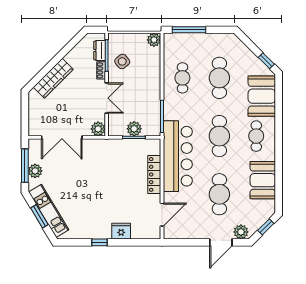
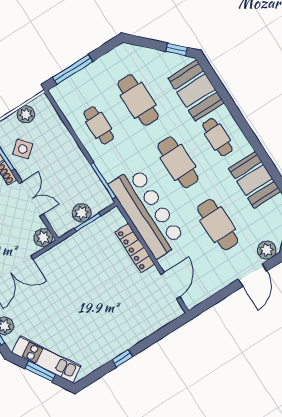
plant: (154, 40) -> (26, 114), moved
fridge: (121, 231) -> (138, 331), removed

